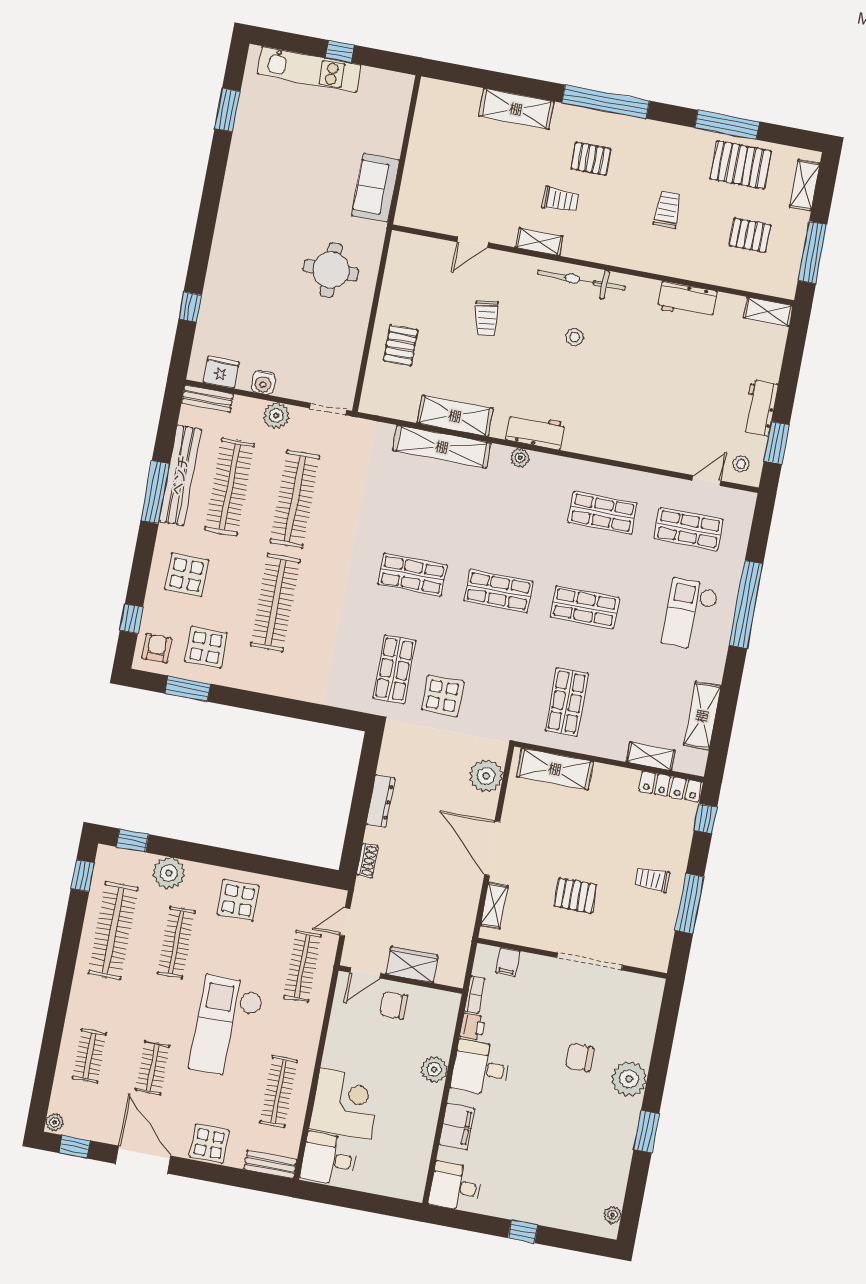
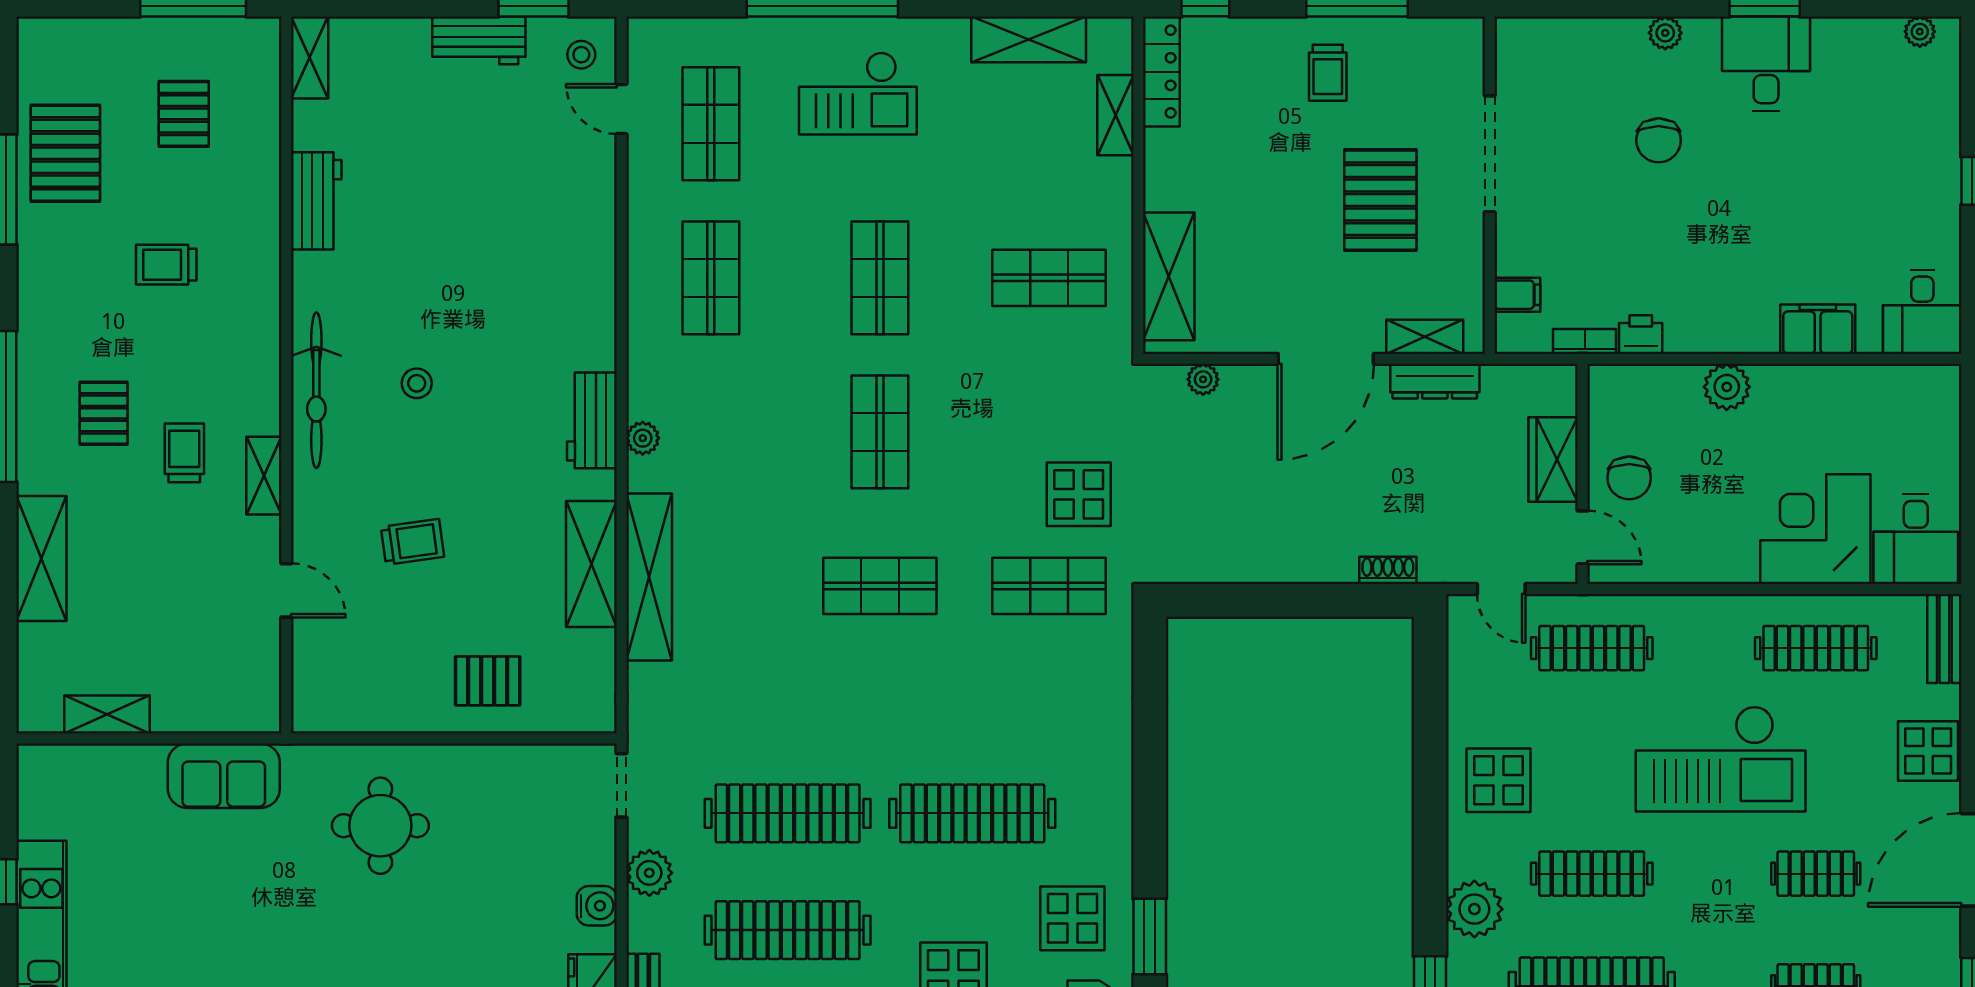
shelving: (805, 185) -> (107, 714), moved
shop shelf: (412, 575) -> (880, 586), turned 90
plant: (486, 776) -> (1203, 379), width x0.53, depth x0.53
dresser: (381, 801) -> (1435, 381), moved, turned 180
pallet: (575, 895) -> (1380, 200), width x1.50, depth x1.42
desk: (481, 1068) -> (1766, 64), moved, turned 180
plant: (629, 1079) -> (1665, 33), width x0.53, depth x0.53

